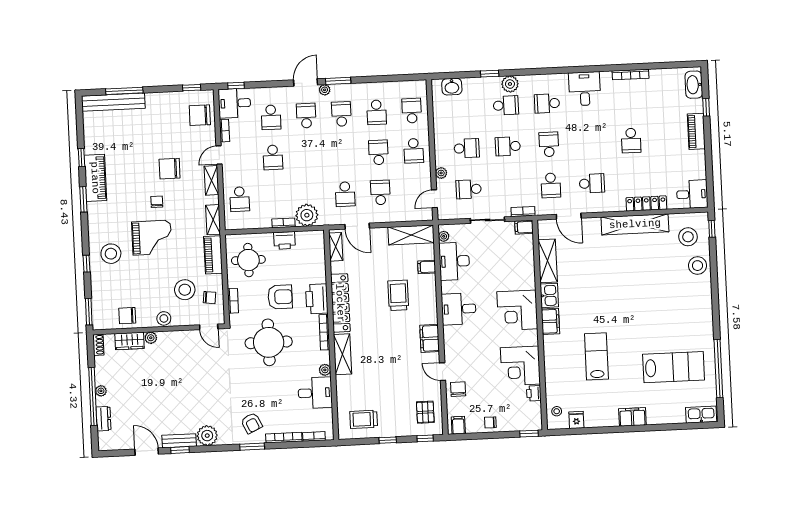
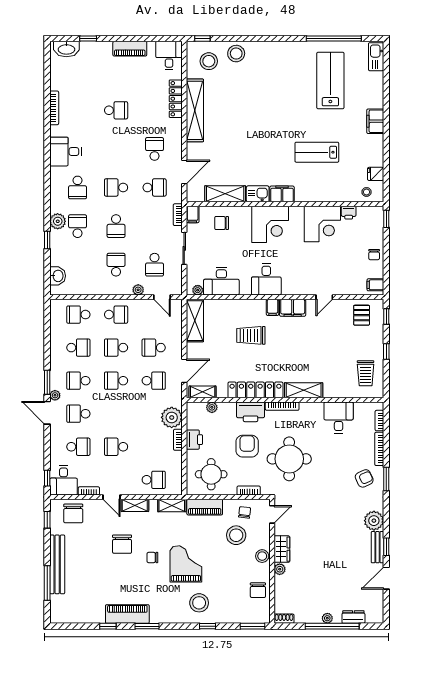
bench: (113, 102) -> (57, 564), moved
piano: (696, 131) -> (130, 49), moved
school desk: (343, 154) -> (116, 381), added
school desk: (273, 157) -> (116, 447), turned 180
filing cabinet: (427, 267) -> (273, 307), moved
wardrobe: (130, 341) -> (282, 549), moved
plant: (325, 370) -> (212, 407), moved
chair: (458, 389) -> (222, 223), moved
pallet: (425, 412) -> (362, 315), turned 90

